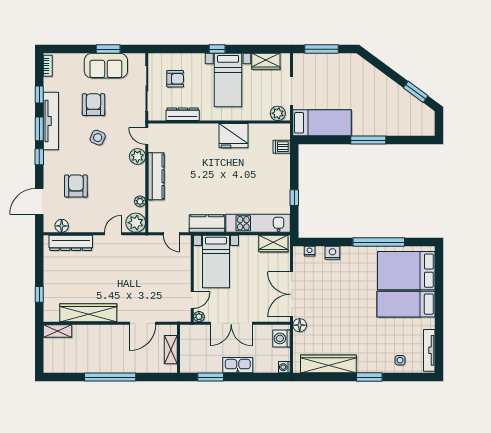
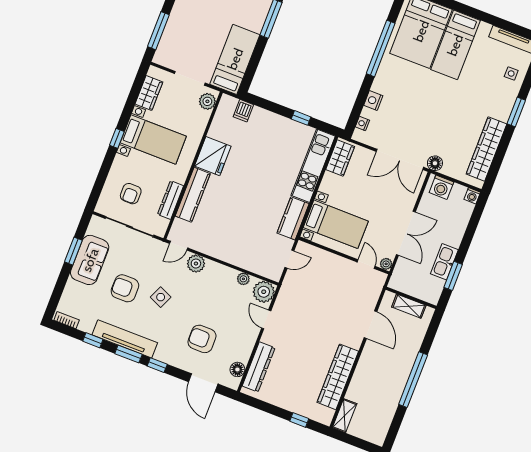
armchair: (175, 79) -> (131, 194), turned 180
kitchen counter: (156, 176) -> (193, 195), moved, turned 90
kitchen sink: (238, 365) -> (444, 262), moved

